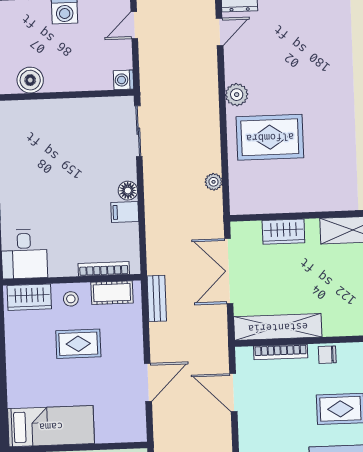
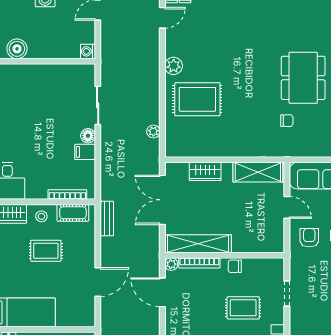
sliding door: (138, 131) -> (98, 105), moved
plant: (244, 355) -> (171, 264), added

